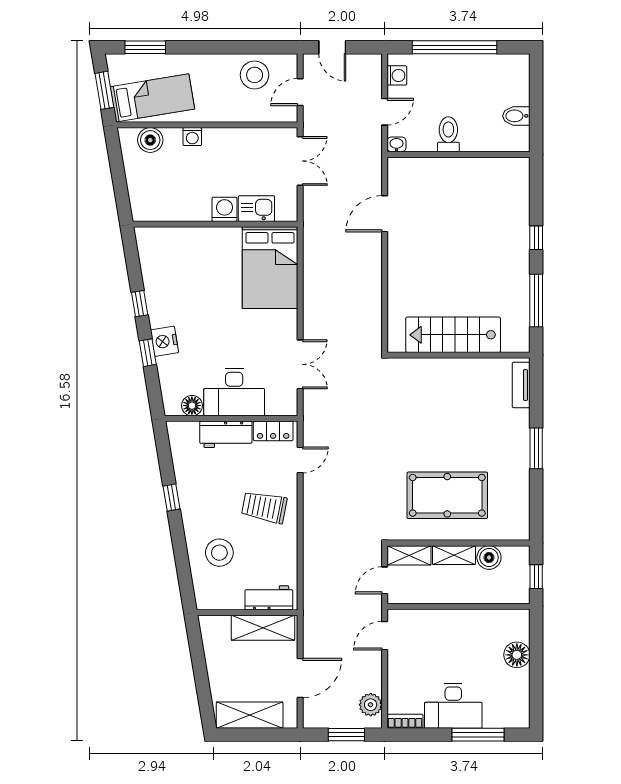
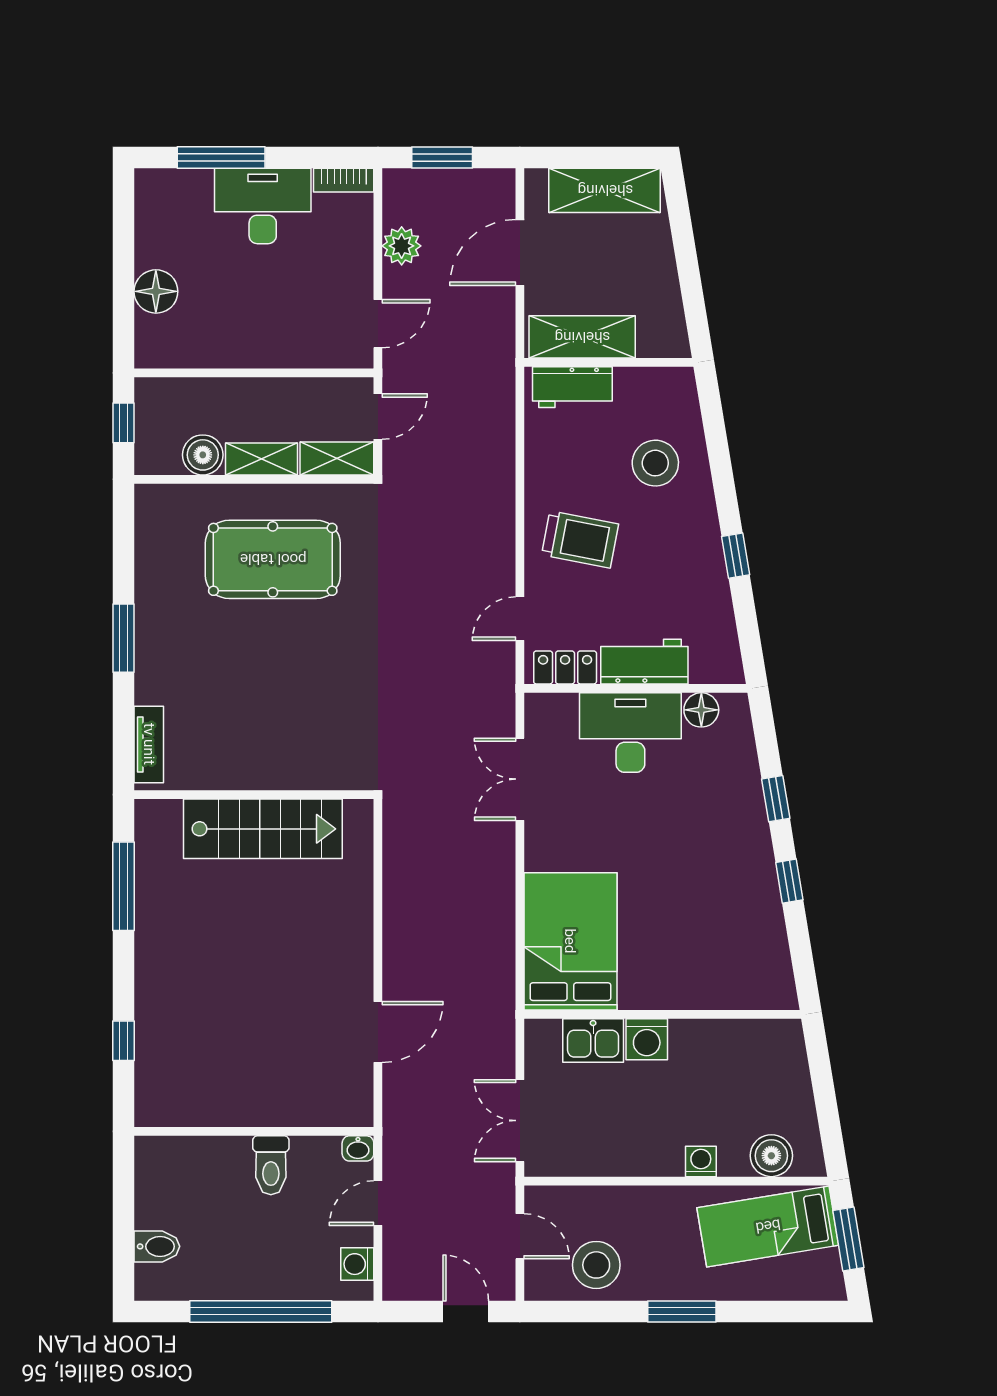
window: (145, 47) -> (682, 1311), moved
door: (300, 92) -> (520, 1236), hinge flipped
bidet: (516, 116) -> (157, 1246), moved
window: (536, 238) -> (124, 1041), moved
nightstand: (164, 341) -> (747, 818), removed
plant: (371, 705) -> (402, 246), moved

